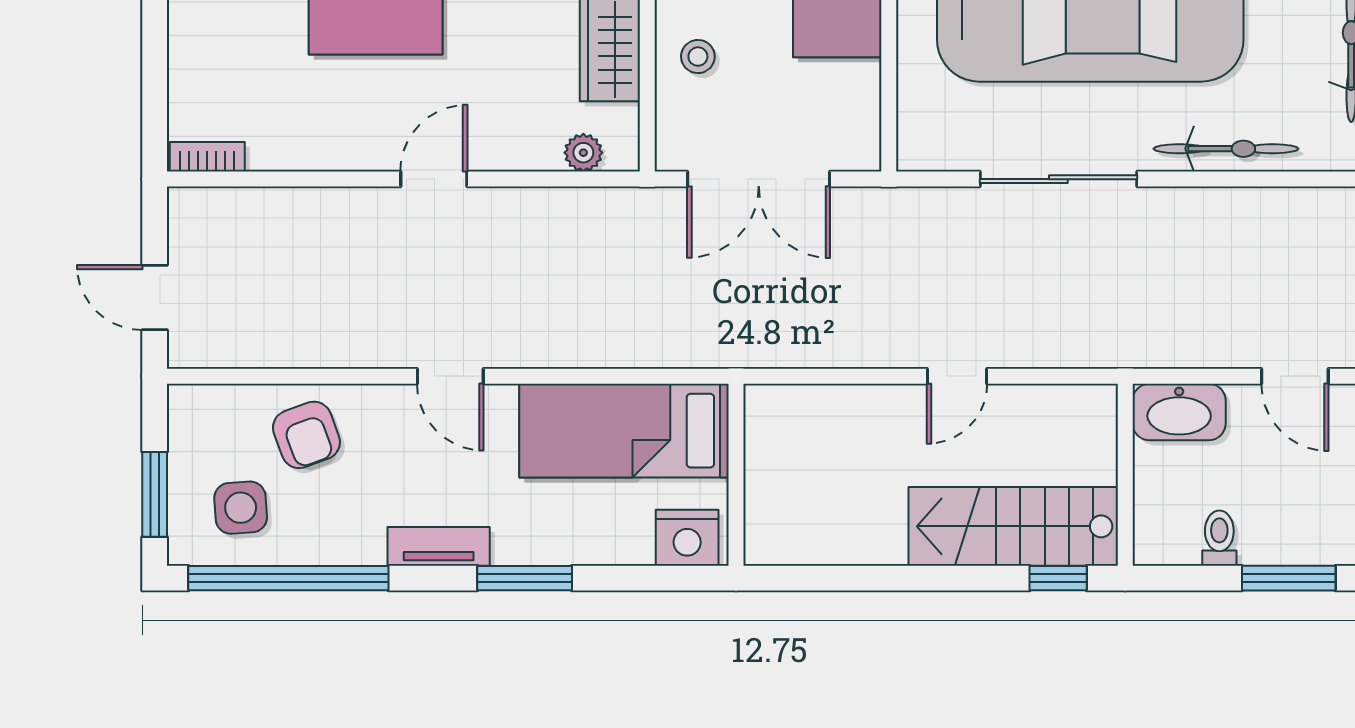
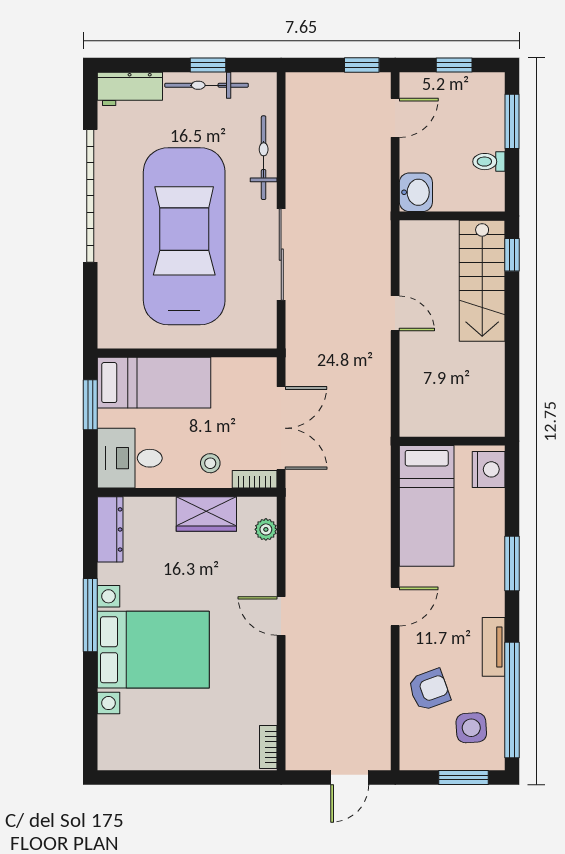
bookcase: (670, 133) -> (255, 479), added
washbasin: (1179, 412) -> (416, 192), width x0.72
tv unit: (439, 546) -> (494, 647), moved

